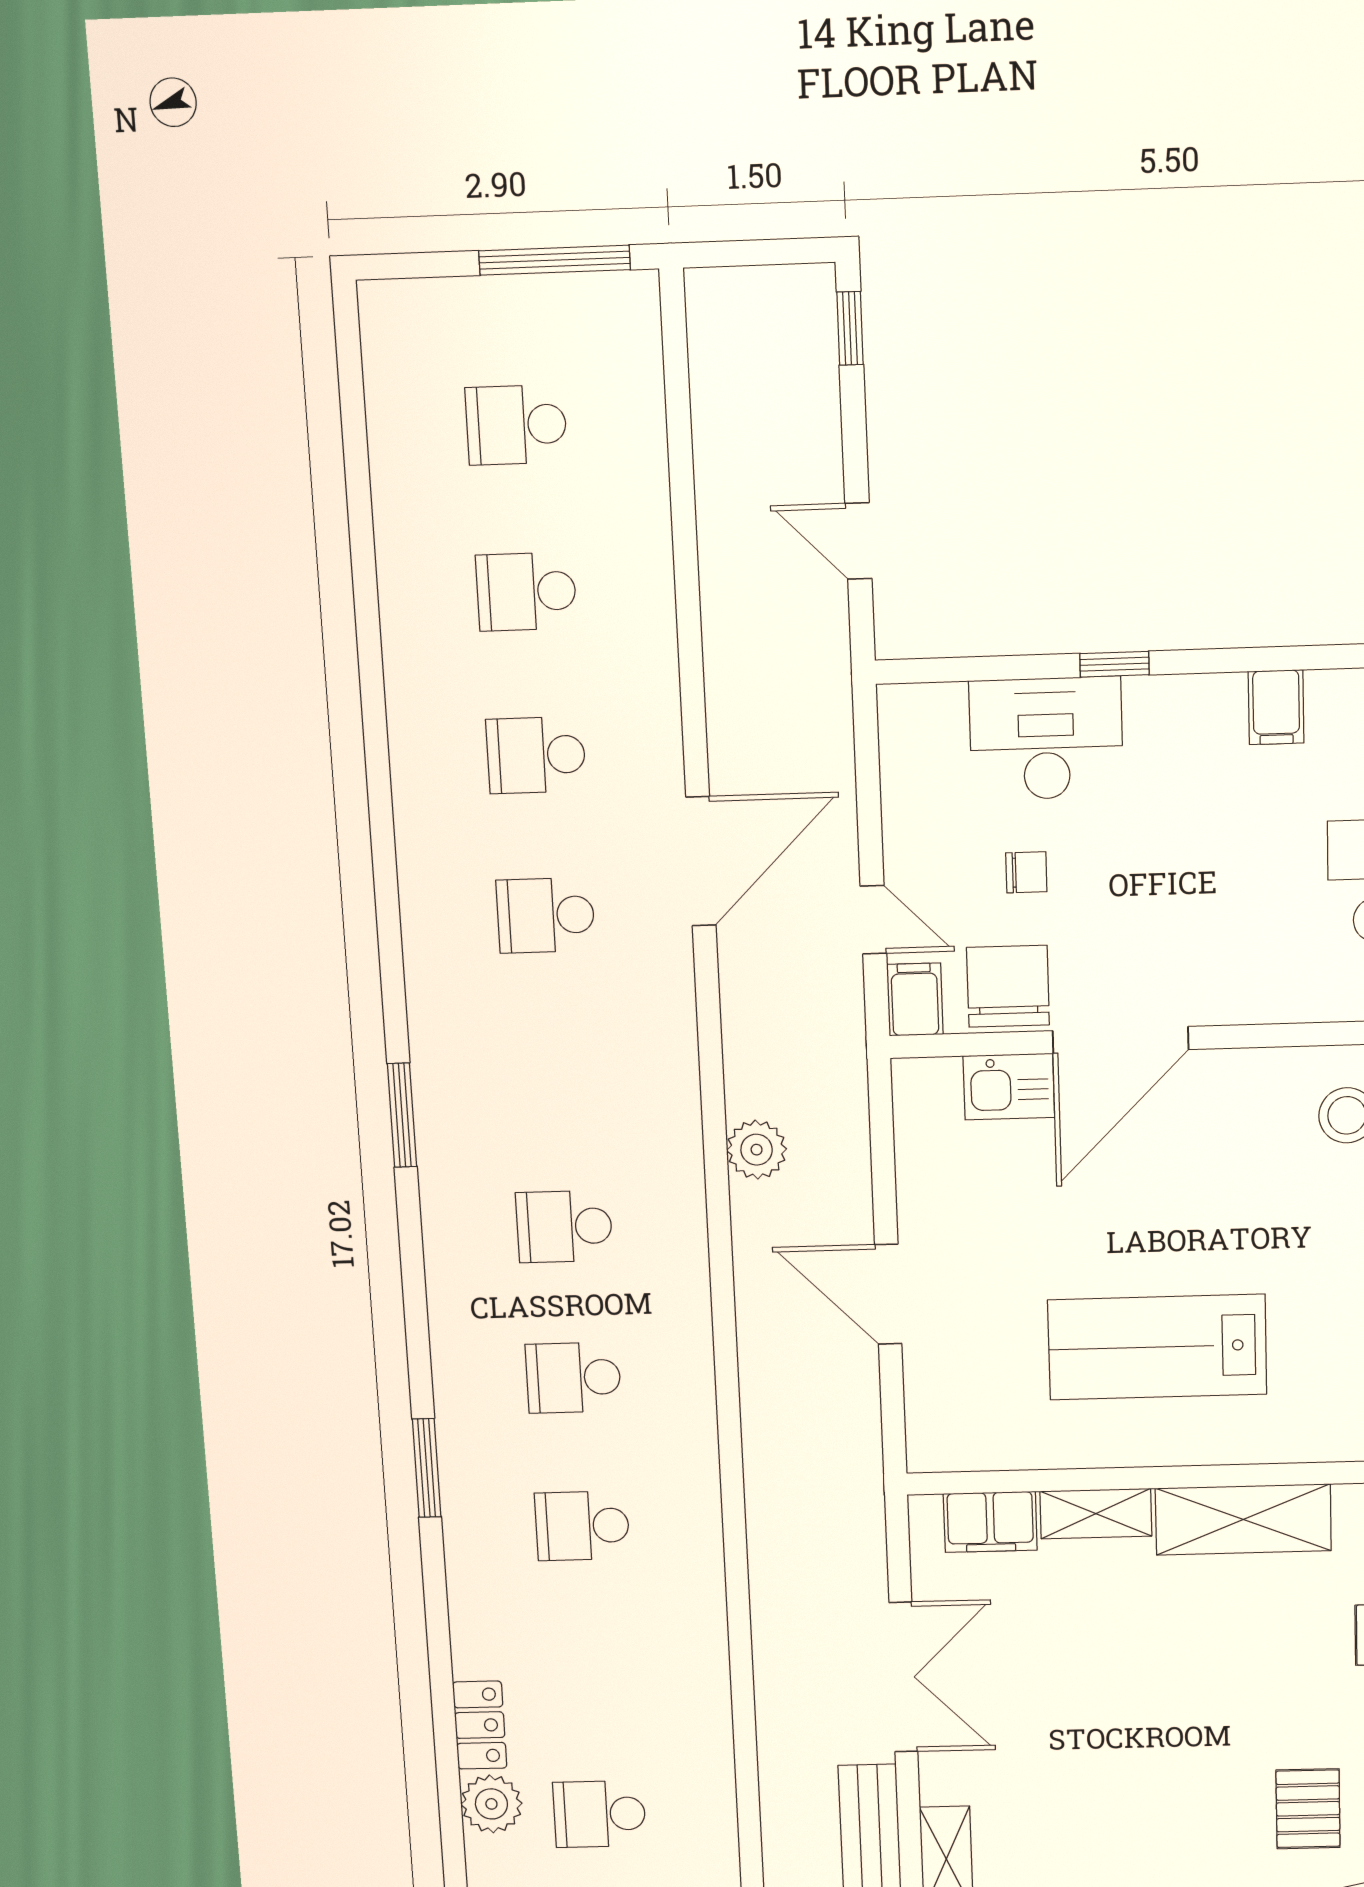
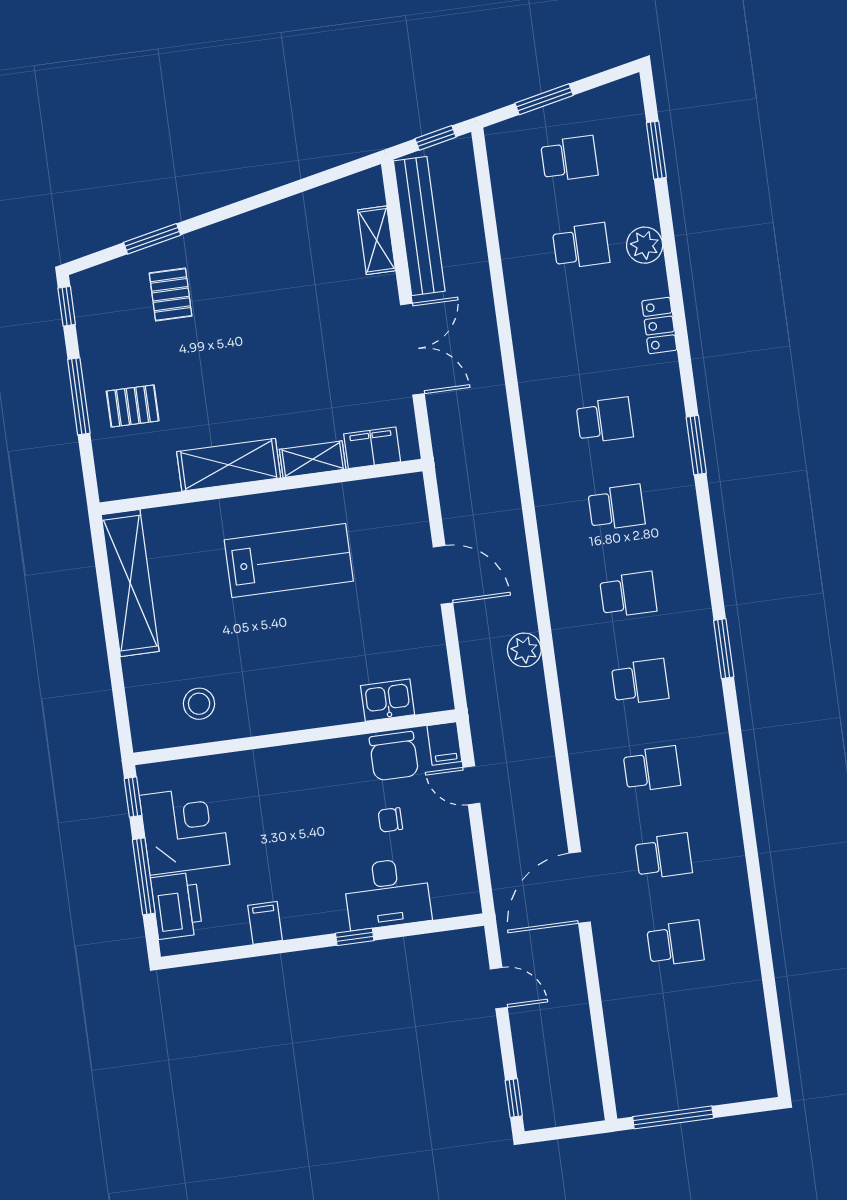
school desk: (516, 425) -> (640, 682), moved
door: (701, 861) -> (580, 887), moved
door: (1121, 1040) -> (329, 733), removed
double door: (903, 1677) -> (412, 349), swing flipped
locker: (480, 1725) -> (659, 326), moved

